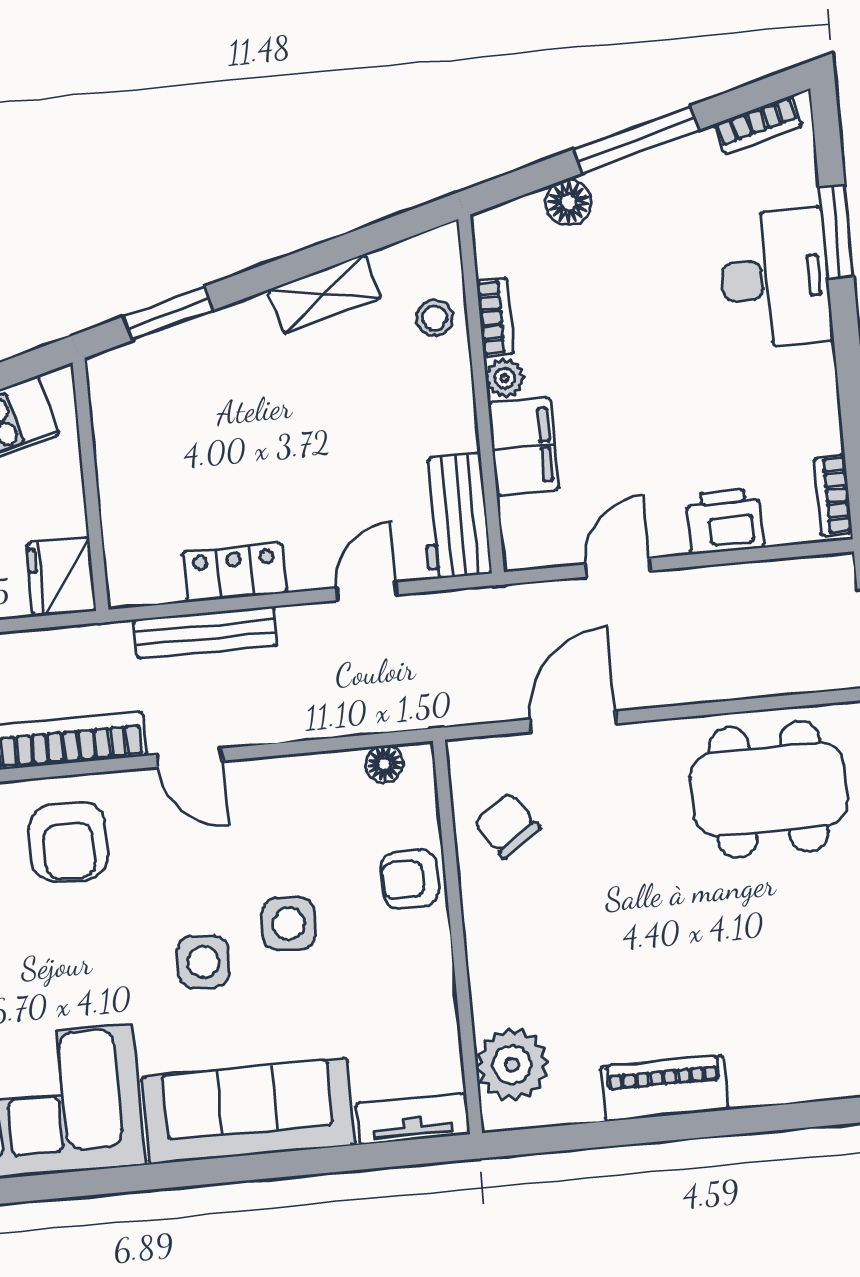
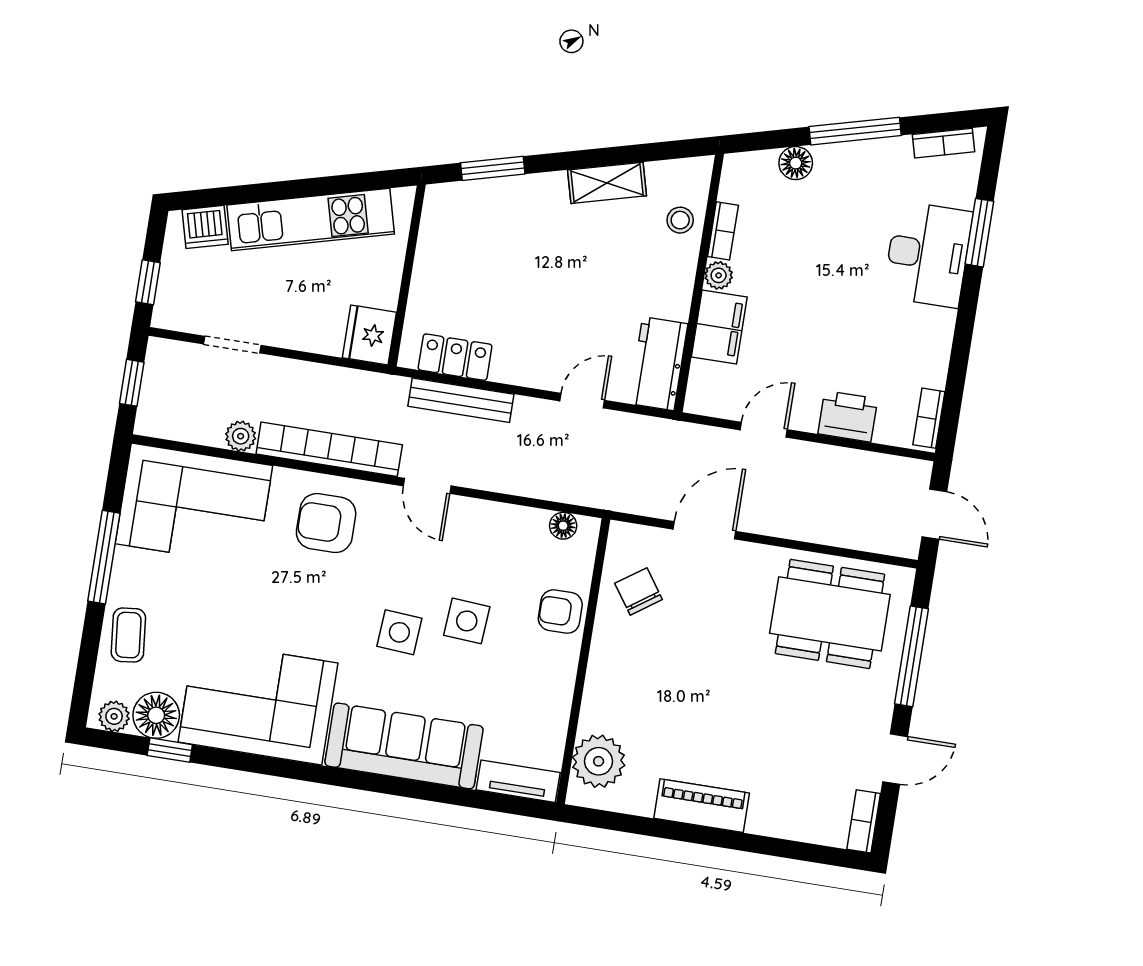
locker: (235, 572) -> (455, 357), moved
armchair: (68, 842) -> (326, 523), turned 90

